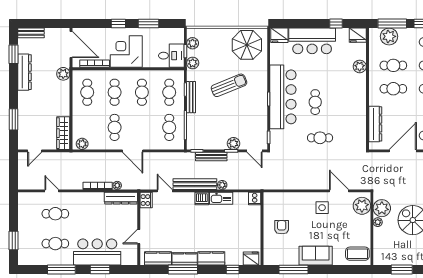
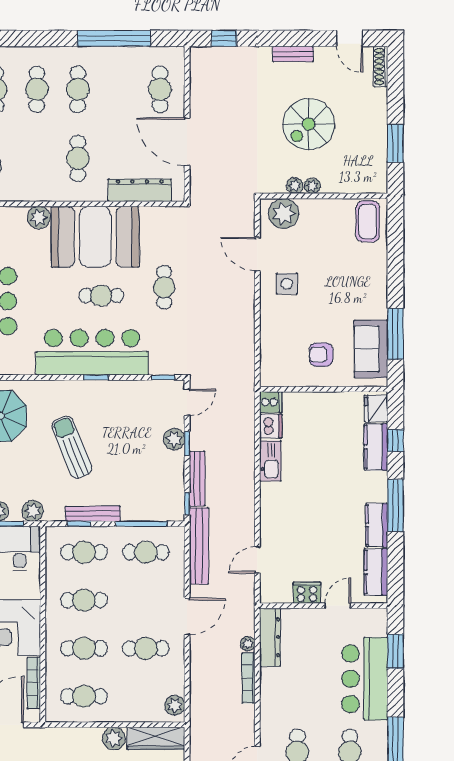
cafe table: (393, 65) -> (37, 158), removed
plant: (63, 74) -> (114, 738), moved
booth: (349, 99) -> (95, 237), added
bench: (195, 184) -> (199, 546), moved
plant: (222, 185) -> (247, 459), removed
door: (339, 191) -> (257, 254), hinge flipped
dishwasher: (202, 199) -> (271, 426), moved
cooker: (146, 200) -> (307, 593), moved
plant: (382, 208) -> (295, 186), width x0.53, depth x0.53
door: (139, 237) -> (338, 606), swing flipped
sofa: (316, 256) -> (371, 349), moved
kitchen counter: (211, 258) -> (376, 447), moved
window: (100, 269) -> (395, 651), moved
window: (183, 269) -> (395, 506), moved

